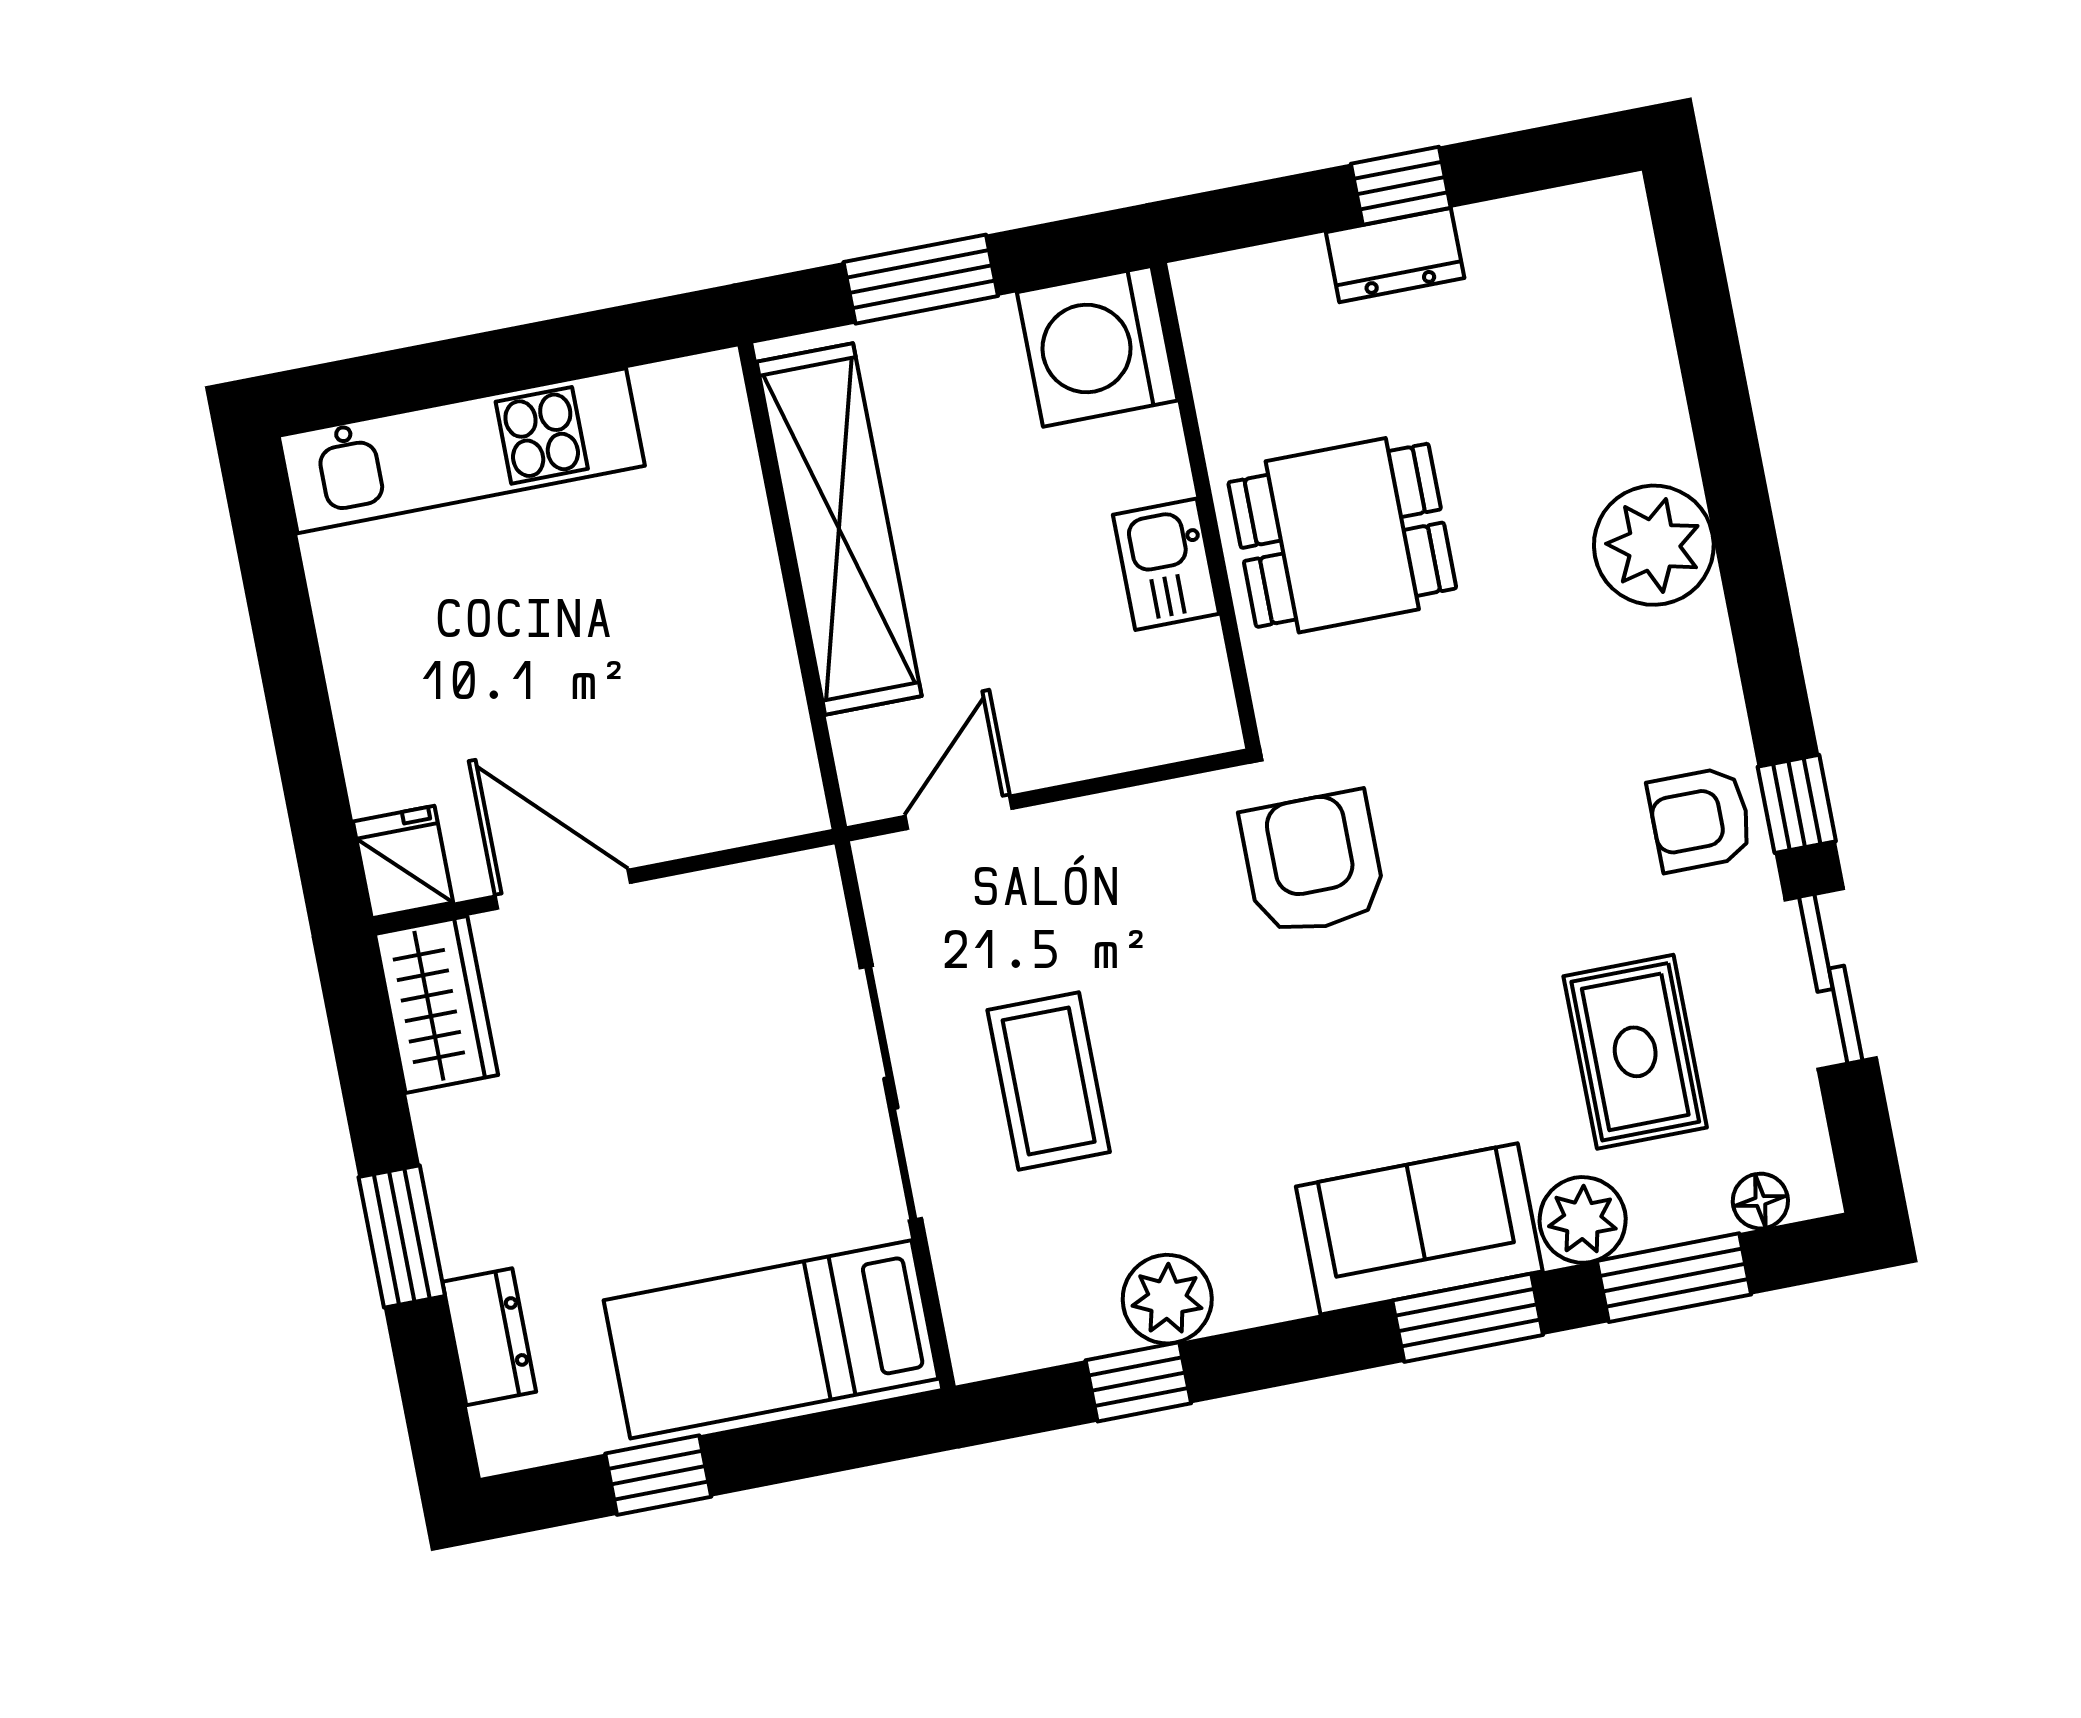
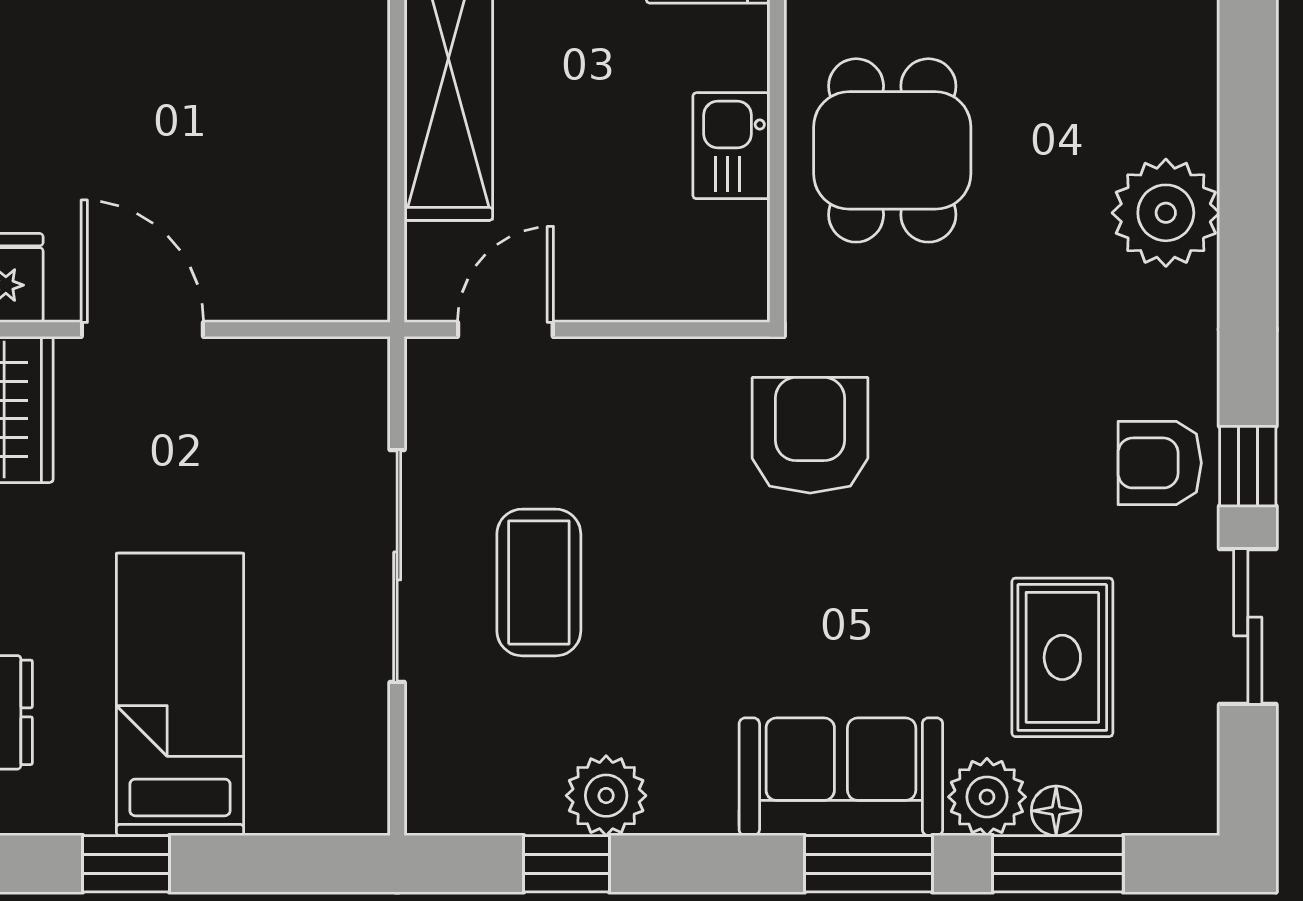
dining table: (1342, 535) -> (892, 150), turned 90
floor lamp: (1760, 1201) -> (1056, 811), moved
bed: (771, 1339) -> (180, 694), moved, turned 90

